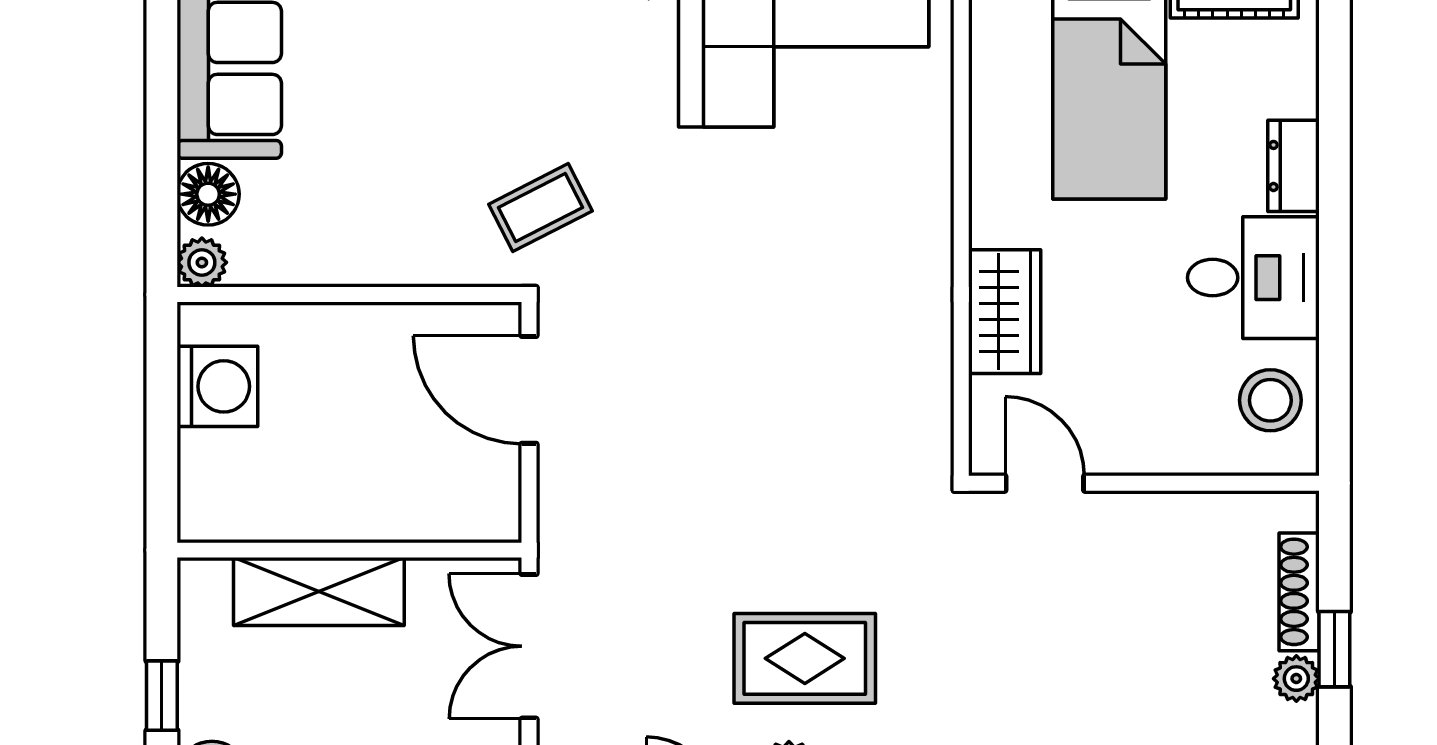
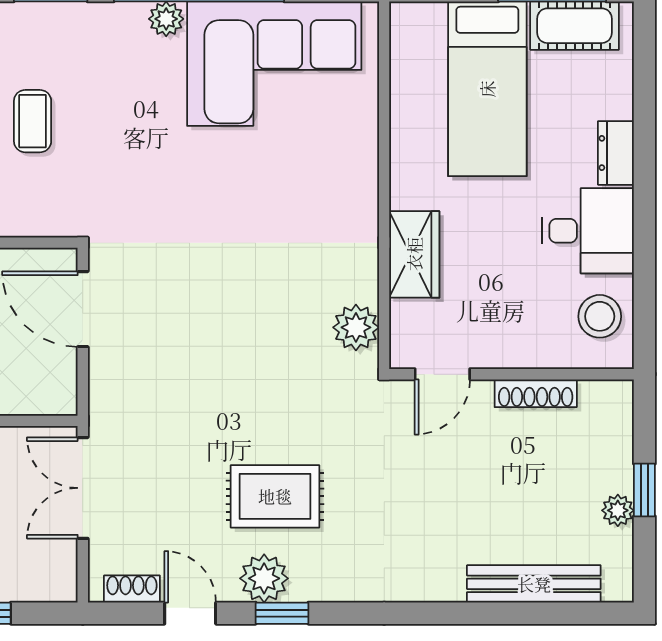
coffee table: (541, 208) -> (33, 121), moved, turned -63
plant: (921, 416) -> (356, 327), added
door: (1045, 483) -> (442, 374), swing flipped
shoe rack: (1299, 592) -> (536, 393), moved, turned -90

